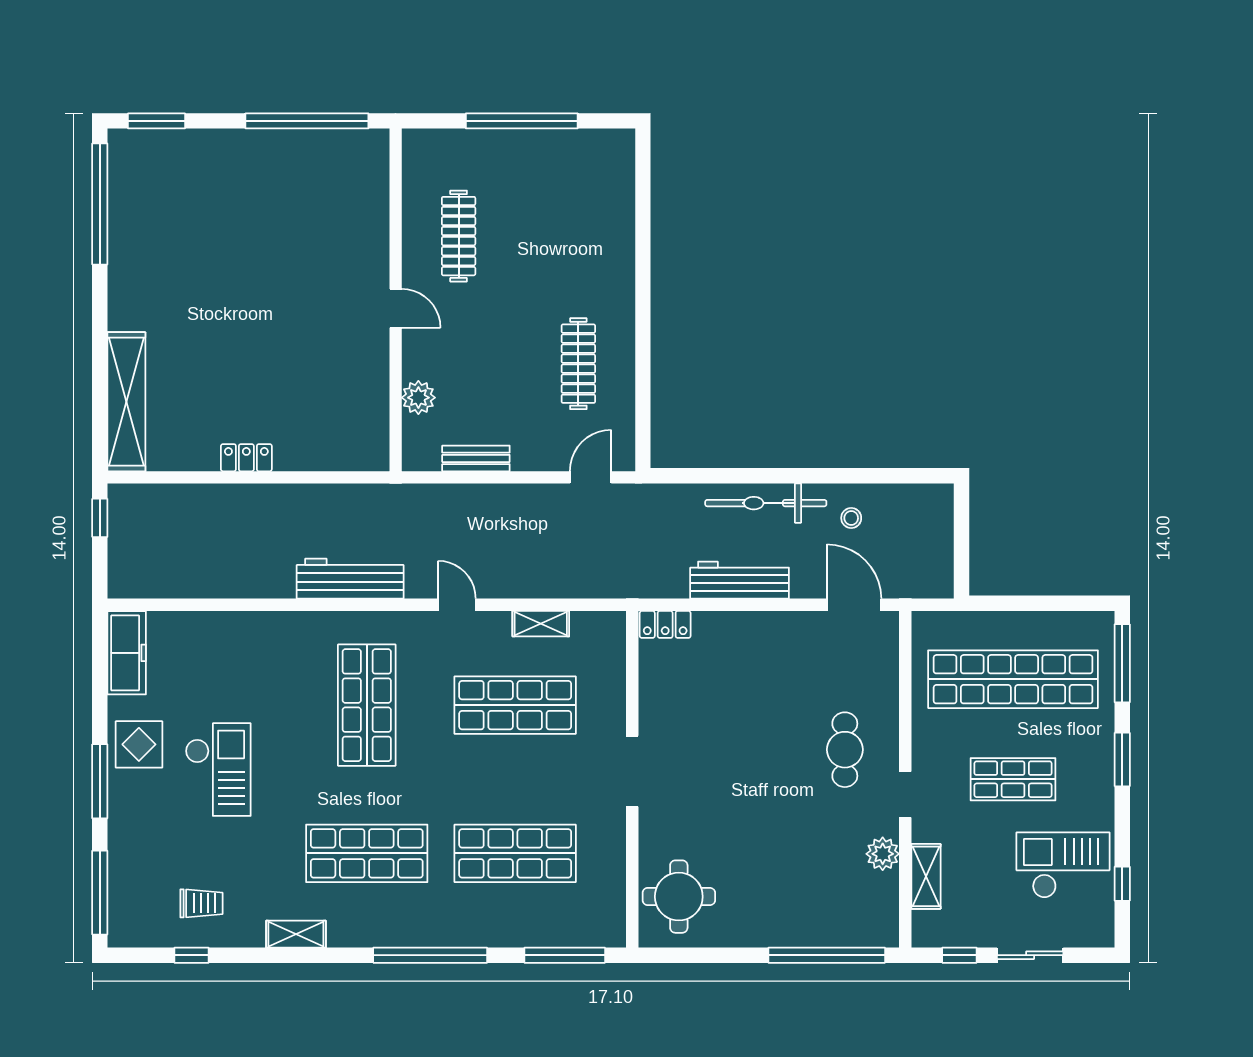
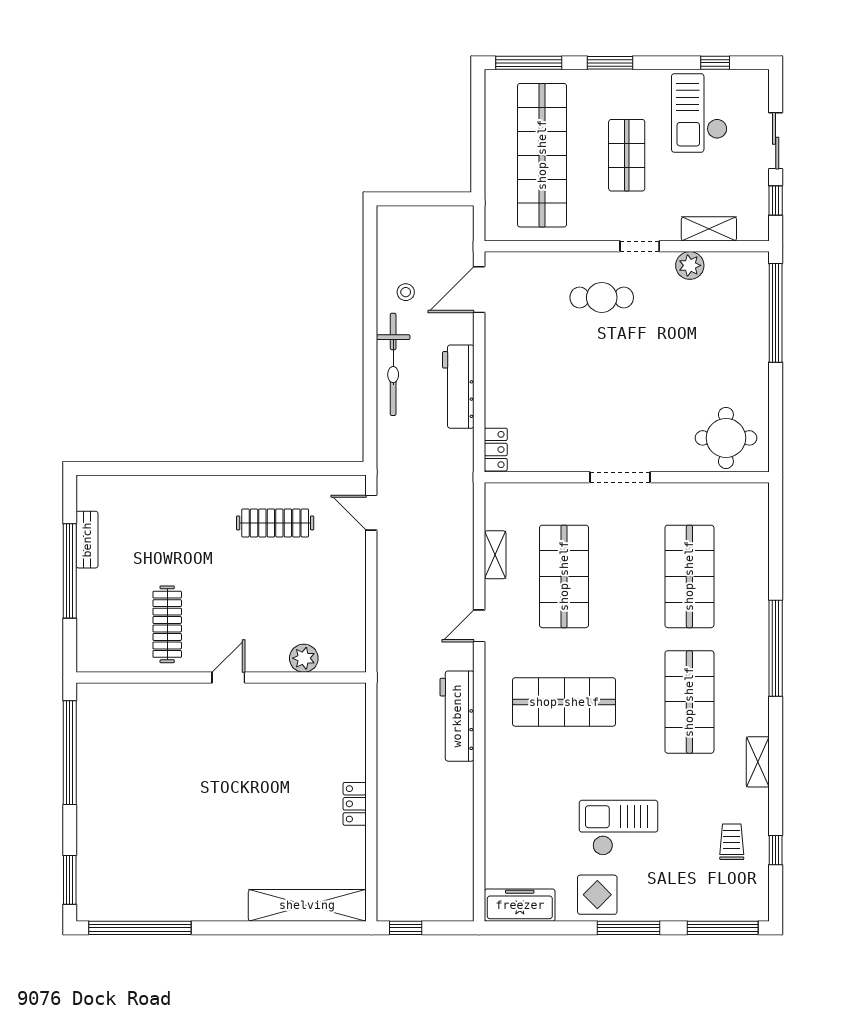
clothes rail: (459, 236) -> (167, 624), turned 90
bench: (476, 458) -> (87, 540), moved
window: (565, 955) -> (776, 535), removed

